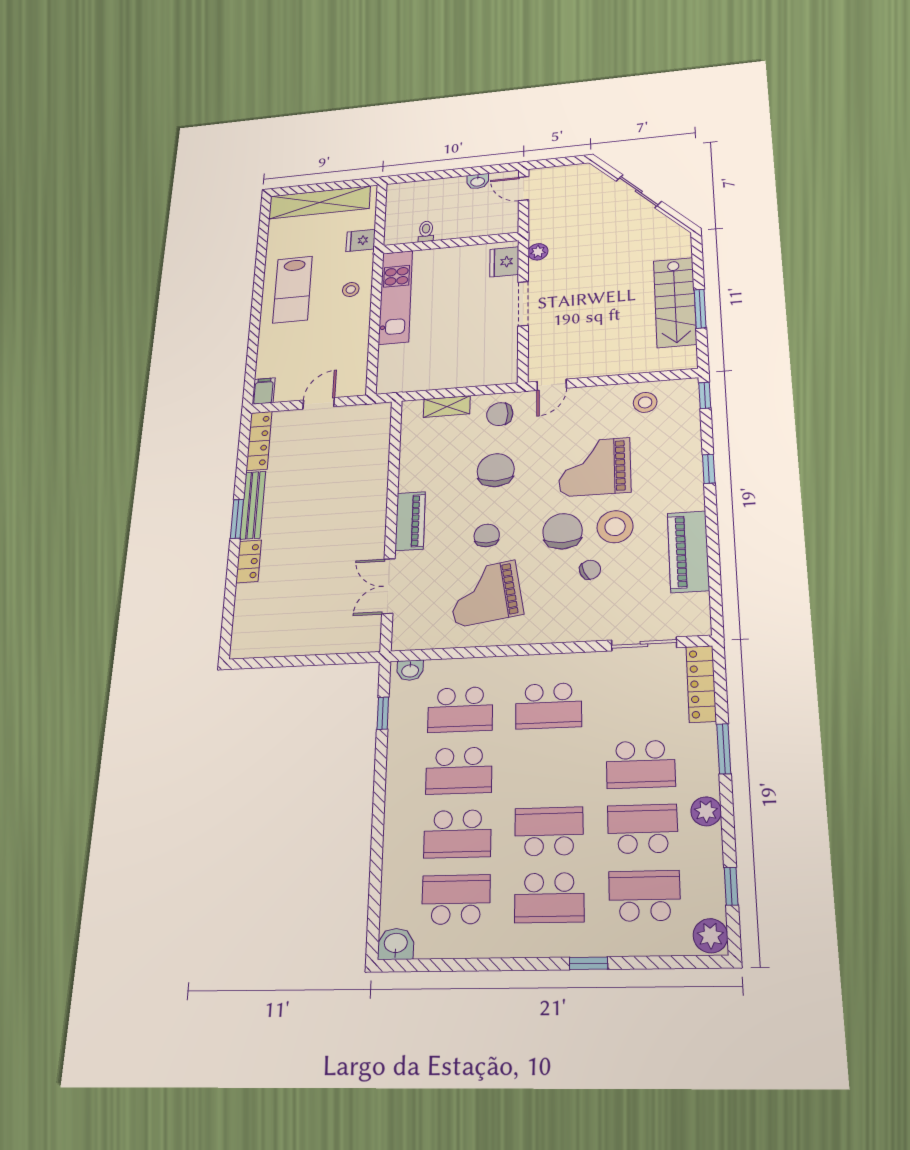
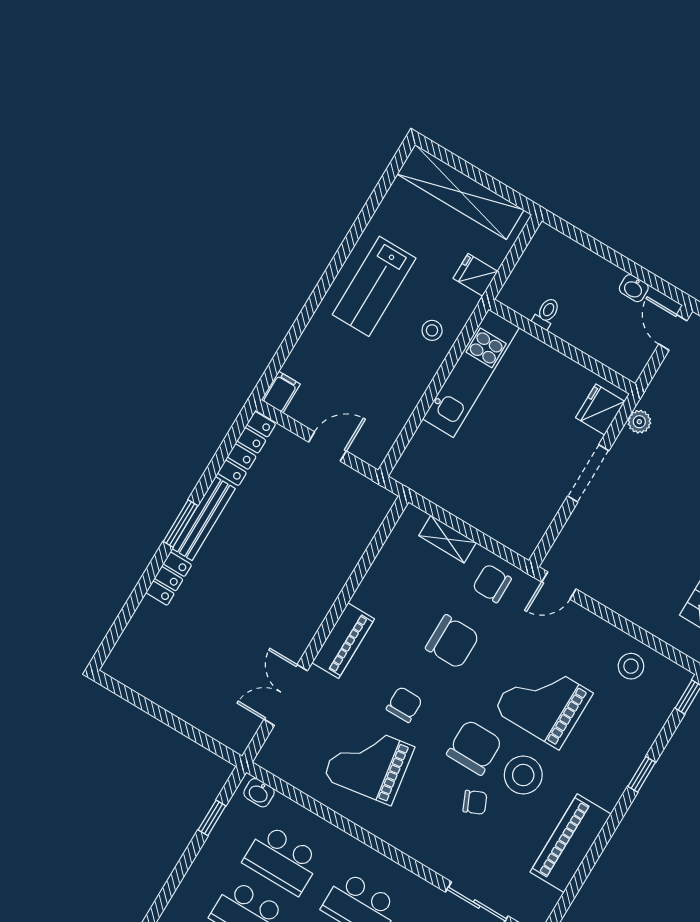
chair: (496, 470) -> (452, 642), turned 90

